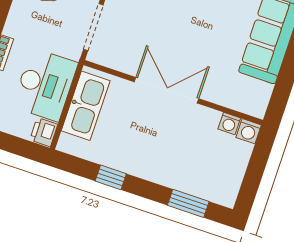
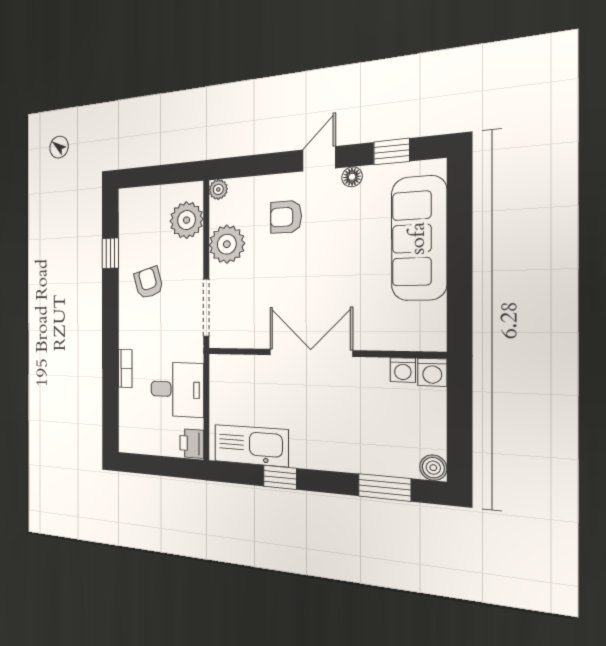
desk: (45, 85) -> (177, 389), width x0.73
kitchen sink: (86, 106) -> (251, 445), moved, turned -90
boiler: (227, 198) -> (433, 468), added

